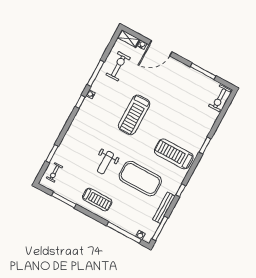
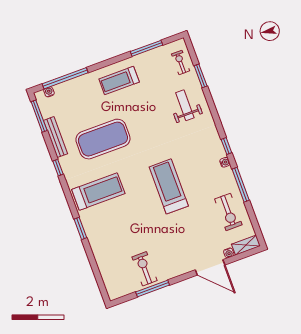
door: (161, 48) -> (210, 267), swing flipped
exercise bike: (220, 98) -> (144, 269), moved
weight bench: (105, 163) -> (185, 105), moved

